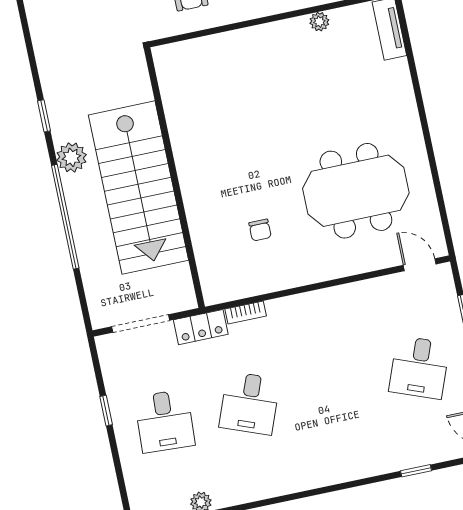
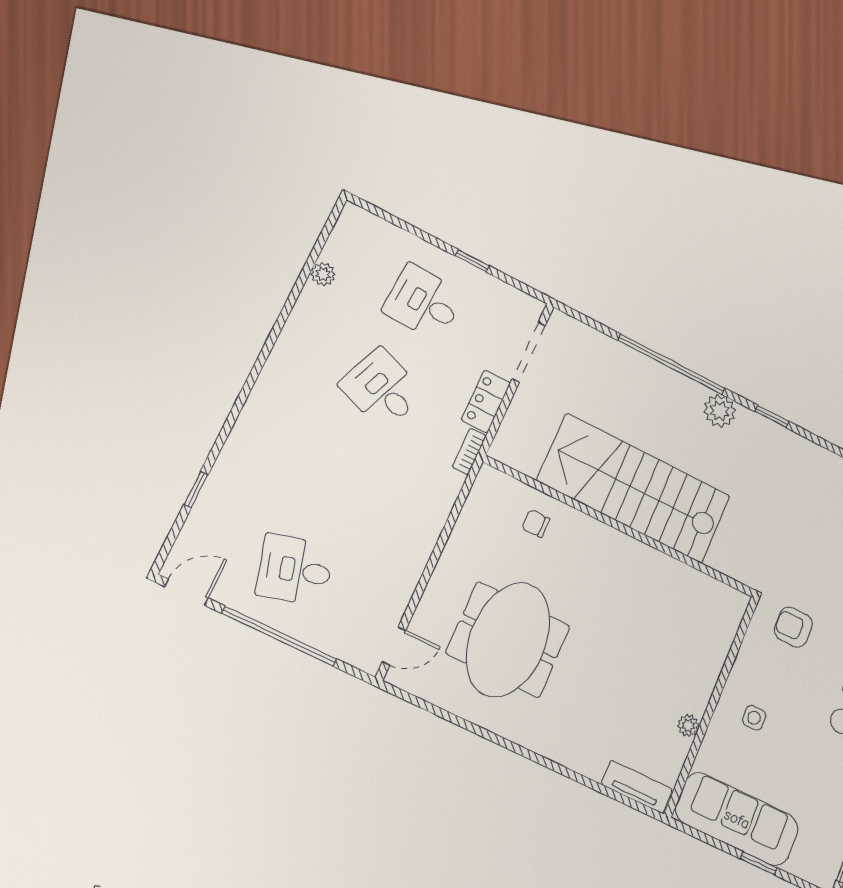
wall: (174, 178) -> (620, 527), moved
stairs: (138, 188) -> (634, 488), moved
desk: (419, 367) -> (295, 570), turned -36

